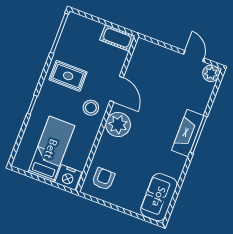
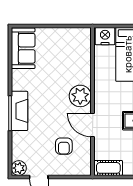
stool: (91, 108) -> (108, 101), removed
armchair: (103, 179) -> (64, 146), moved

